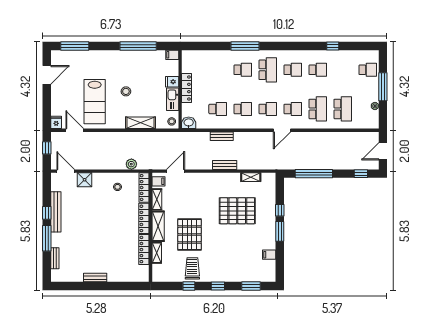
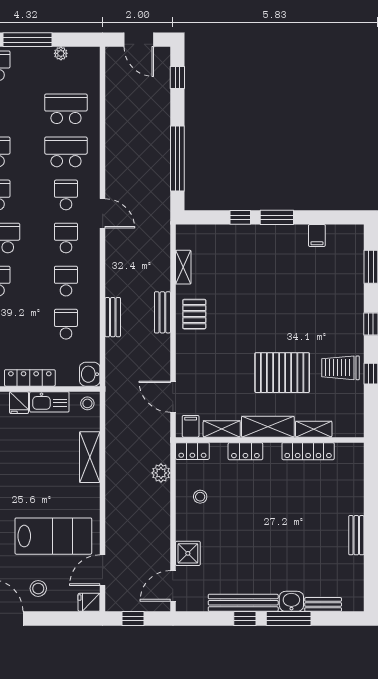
stool: (126, 91) -> (38, 588), moved
locker: (144, 188) -> (192, 451), width x0.66
pallet: (237, 211) -> (194, 314), moved, width x0.49, depth x0.50
locker: (144, 218) -> (245, 451), width x0.66
washbasin: (57, 240) -> (291, 601), added

